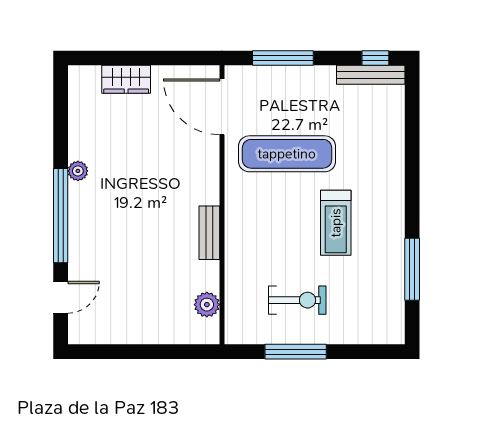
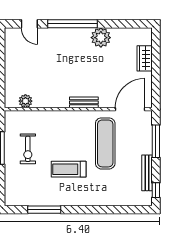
bench: (371, 75) -> (147, 173), moved
plant: (78, 171) -> (101, 38), width x1.88, depth x1.88
bench: (209, 233) -> (84, 102), moved

